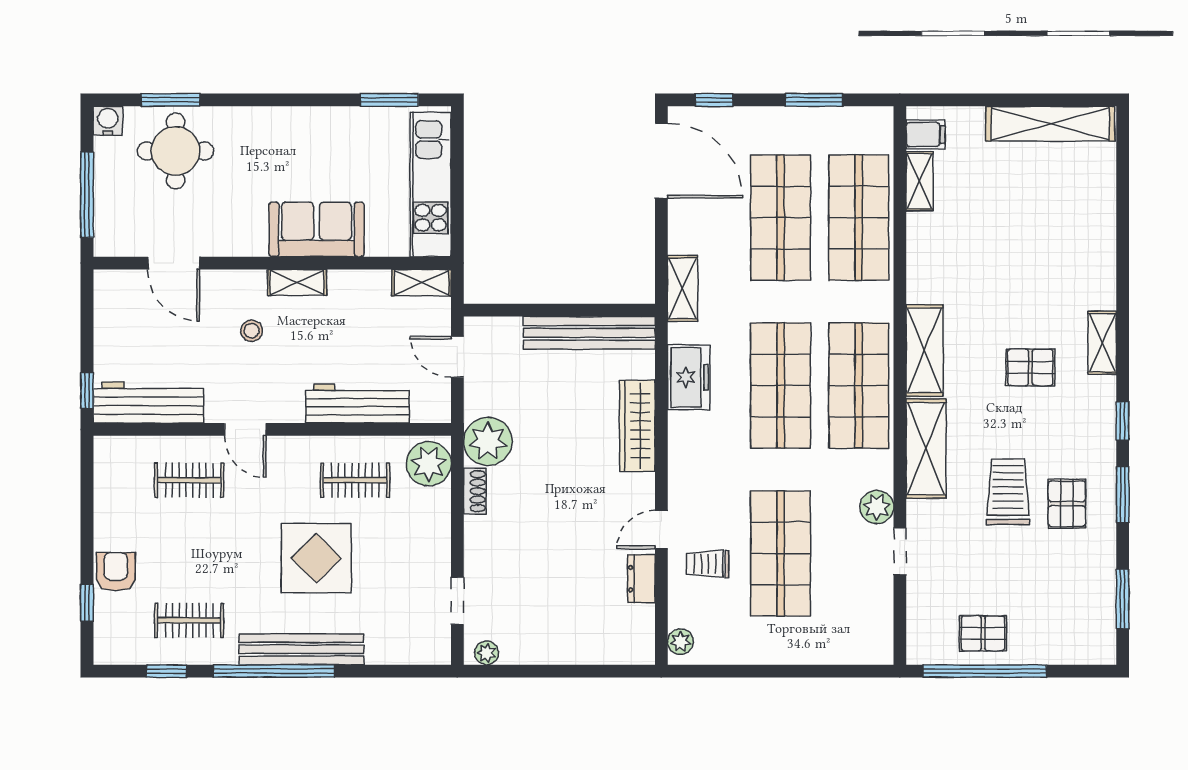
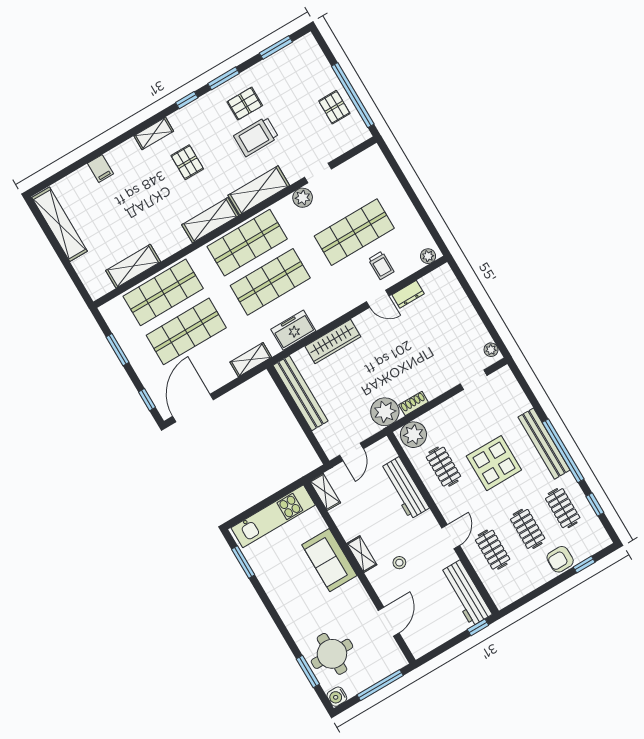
filing cabinet: (926, 134) -> (100, 169), moved, turned 180
shelving: (919, 181) -> (133, 266), width x1.50, depth x1.33
clothes rail: (189, 550) -> (528, 529), added

